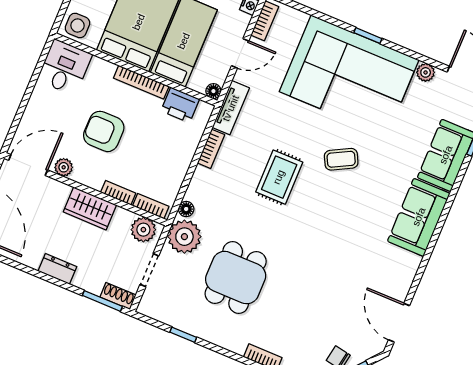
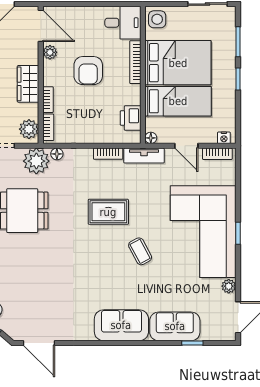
bookcase: (141, 82) -> (135, 62), moved
armchair: (104, 131) -> (88, 71), turned 180
door: (399, 323) -> (39, 343), swing flipped

